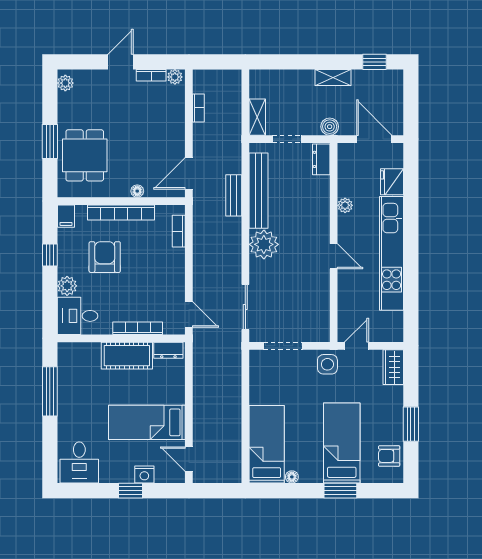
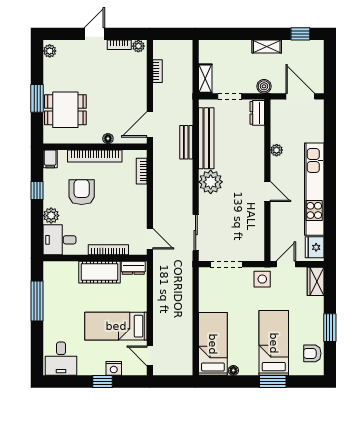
dining table: (85, 155) -> (65, 110), turned 90
fridge: (392, 182) -> (315, 247), moved

